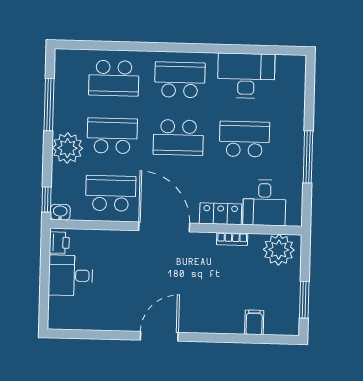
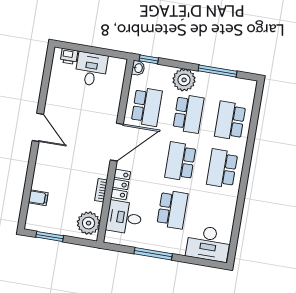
desk: (246, 76) -> (208, 243), moved, turned 90
school desk: (180, 80) -> (222, 169), turned 180
printer: (59, 243) -> (69, 56), moved

